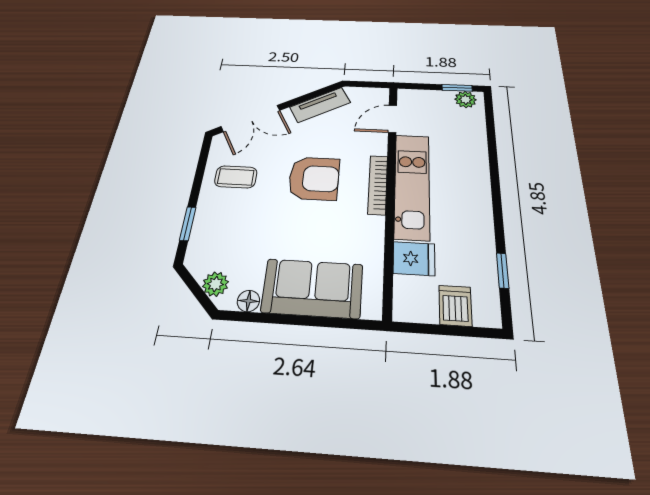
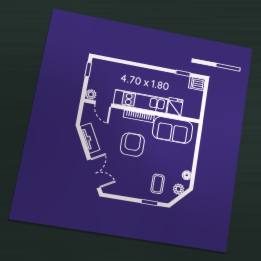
plant: (466, 99) -> (91, 94), moved
coffee table: (236, 177) -> (158, 184), moved
sofa: (313, 288) -> (173, 130), moved, turned -90
dishwasher: (455, 306) -> (197, 84), moved

